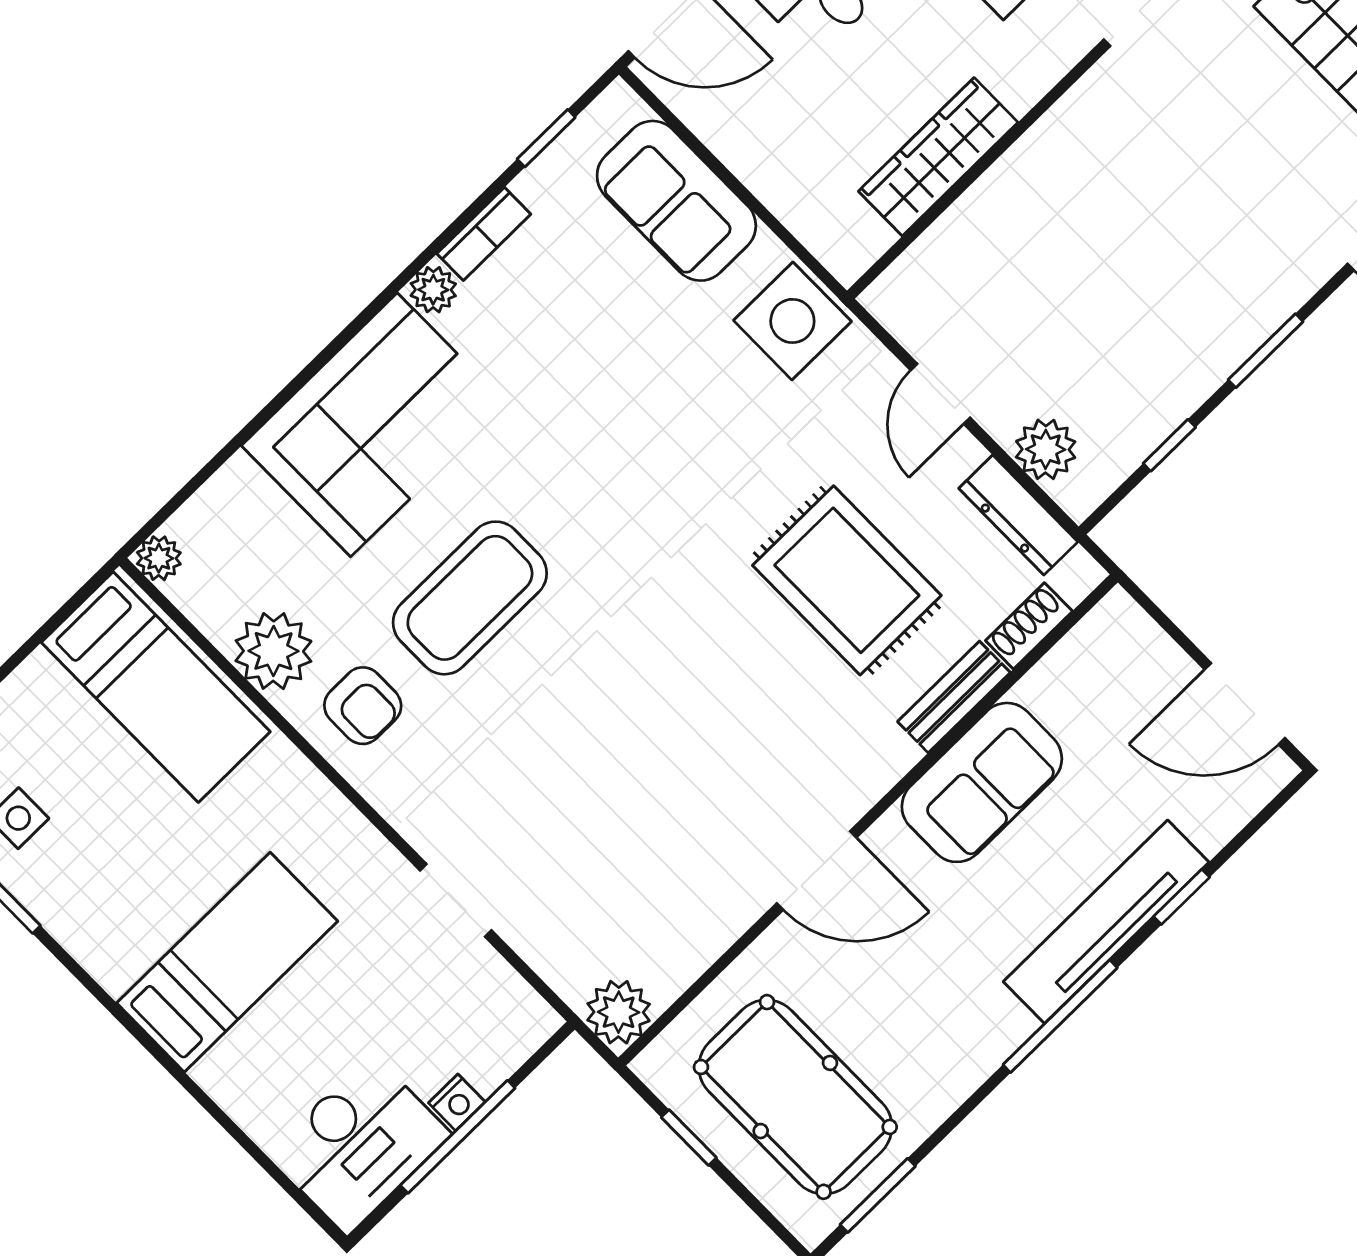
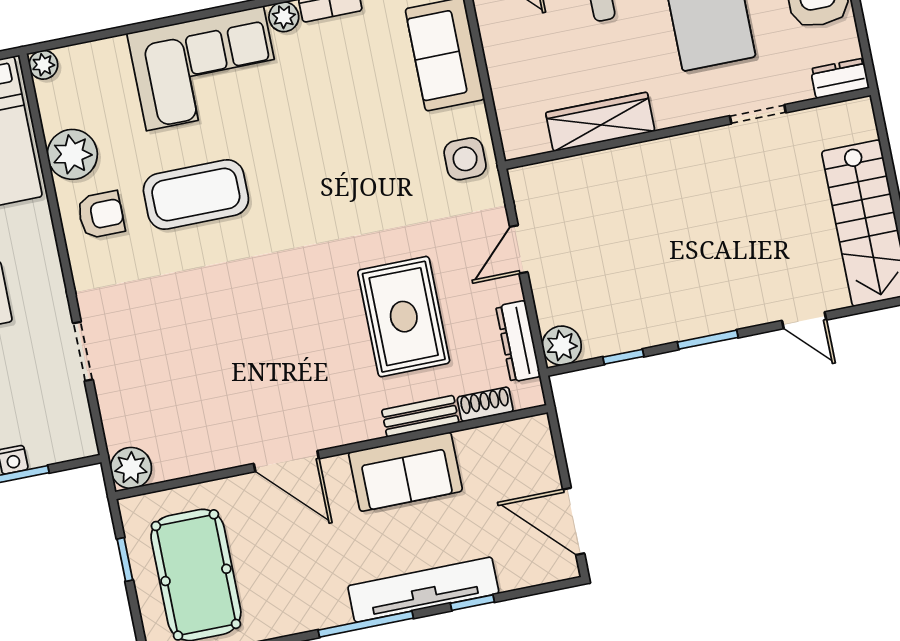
side table: (792, 321) -> (465, 159), width x0.73, depth x0.73
plant: (1046, 449) -> (562, 346), moved
armchair: (363, 706) -> (101, 215), turned -90

